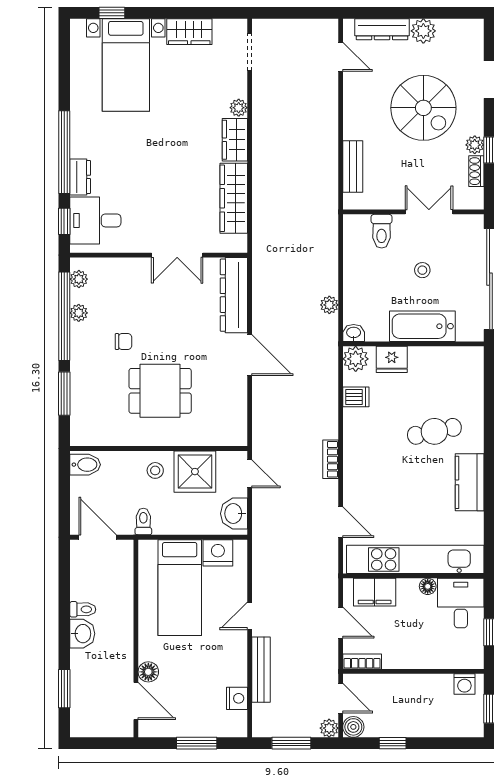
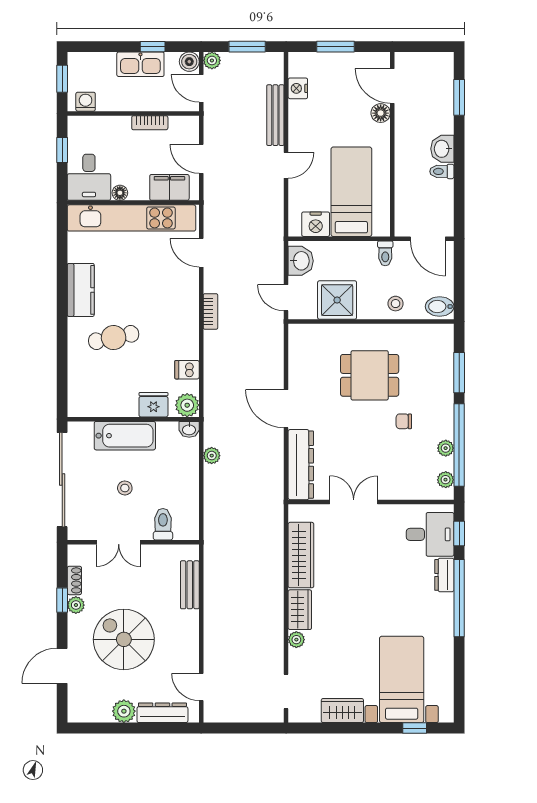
stool: (155, 470) -> (396, 304), moved
bookcase: (362, 661) -> (150, 123), moved
kitchen sink: (406, 724) -> (140, 64), added

